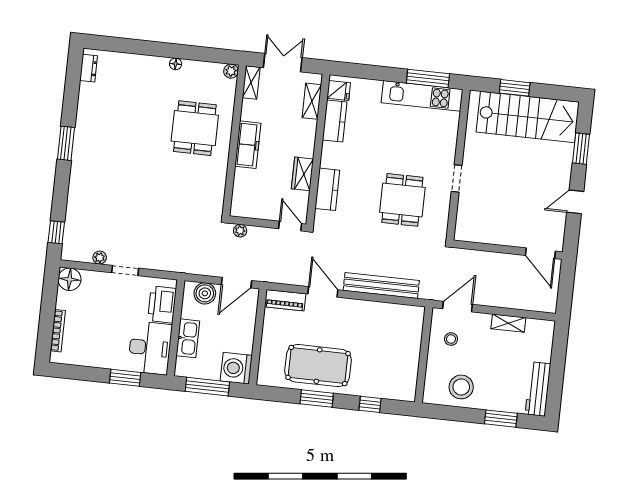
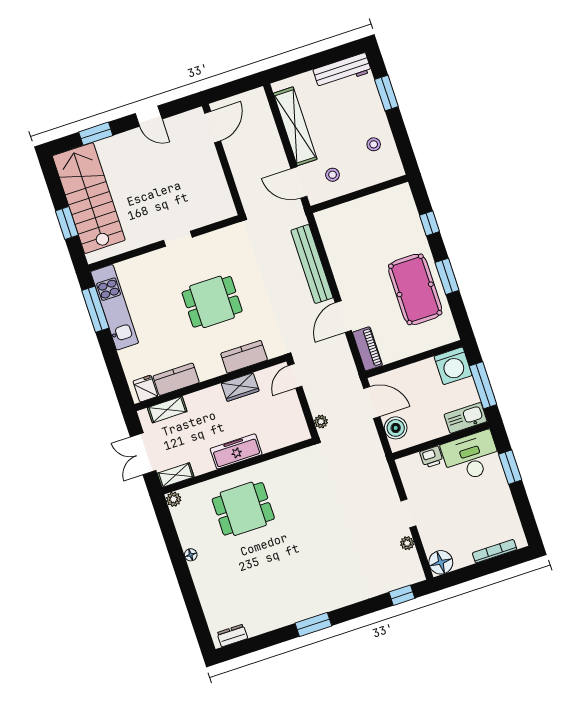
dining table: (402, 200) -> (212, 302), moved
printer: (162, 304) -> (431, 457), width x0.53, depth x0.68
shelving: (508, 323) -> (295, 126), width x2.20, depth x1.33
kitchen sink: (188, 338) -> (466, 418), moved
stool: (461, 387) -> (374, 144), width x0.53, depth x0.53

